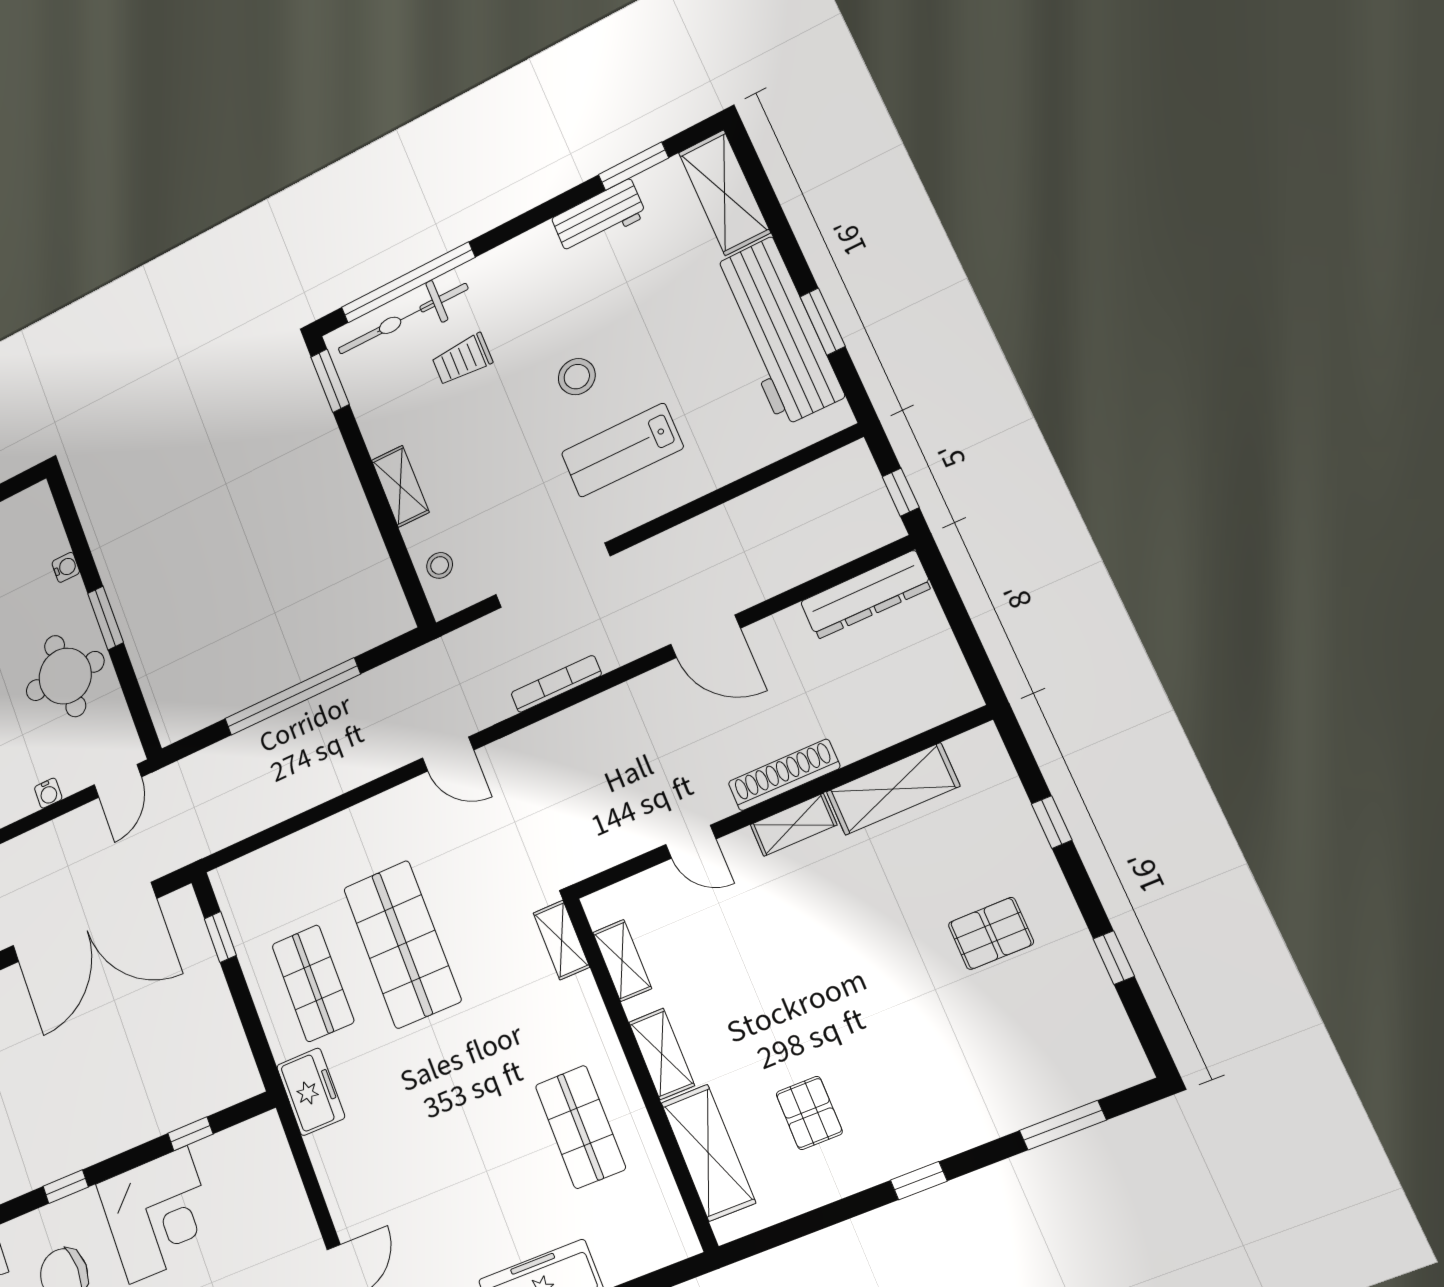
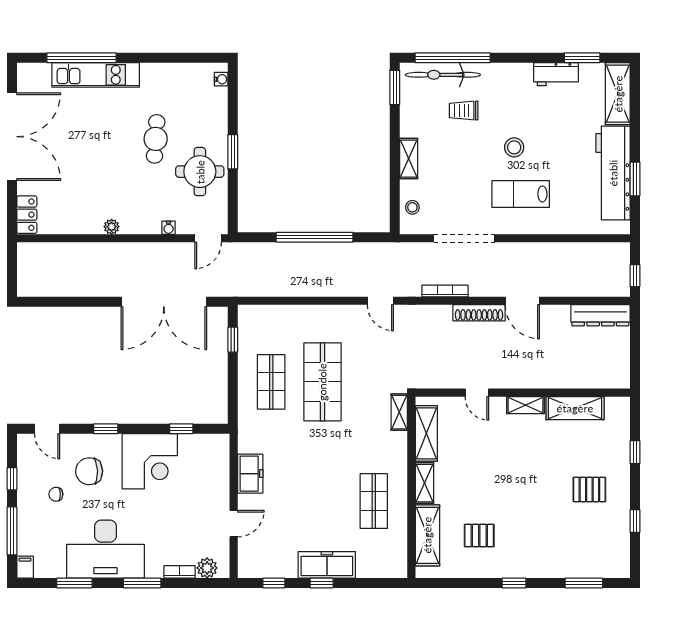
water cooler: (66, 567) -> (221, 79), moved
shoe rack: (784, 775) -> (479, 313), moved, turned 180
shelving: (622, 960) -> (426, 433), width x1.50, depth x1.33
freezer: (311, 1092) -> (250, 474), moved
pallet: (809, 1113) -> (479, 536), turned 90

